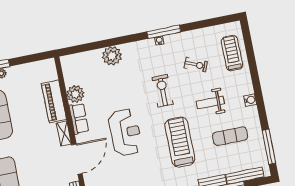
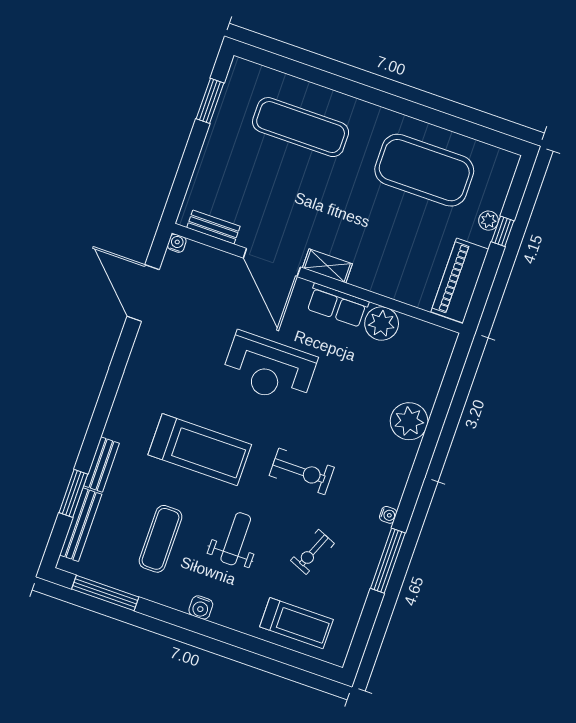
window: (164, 32) -> (388, 561), moved
piano: (54, 102) -> (460, 281), moved, turned -90

